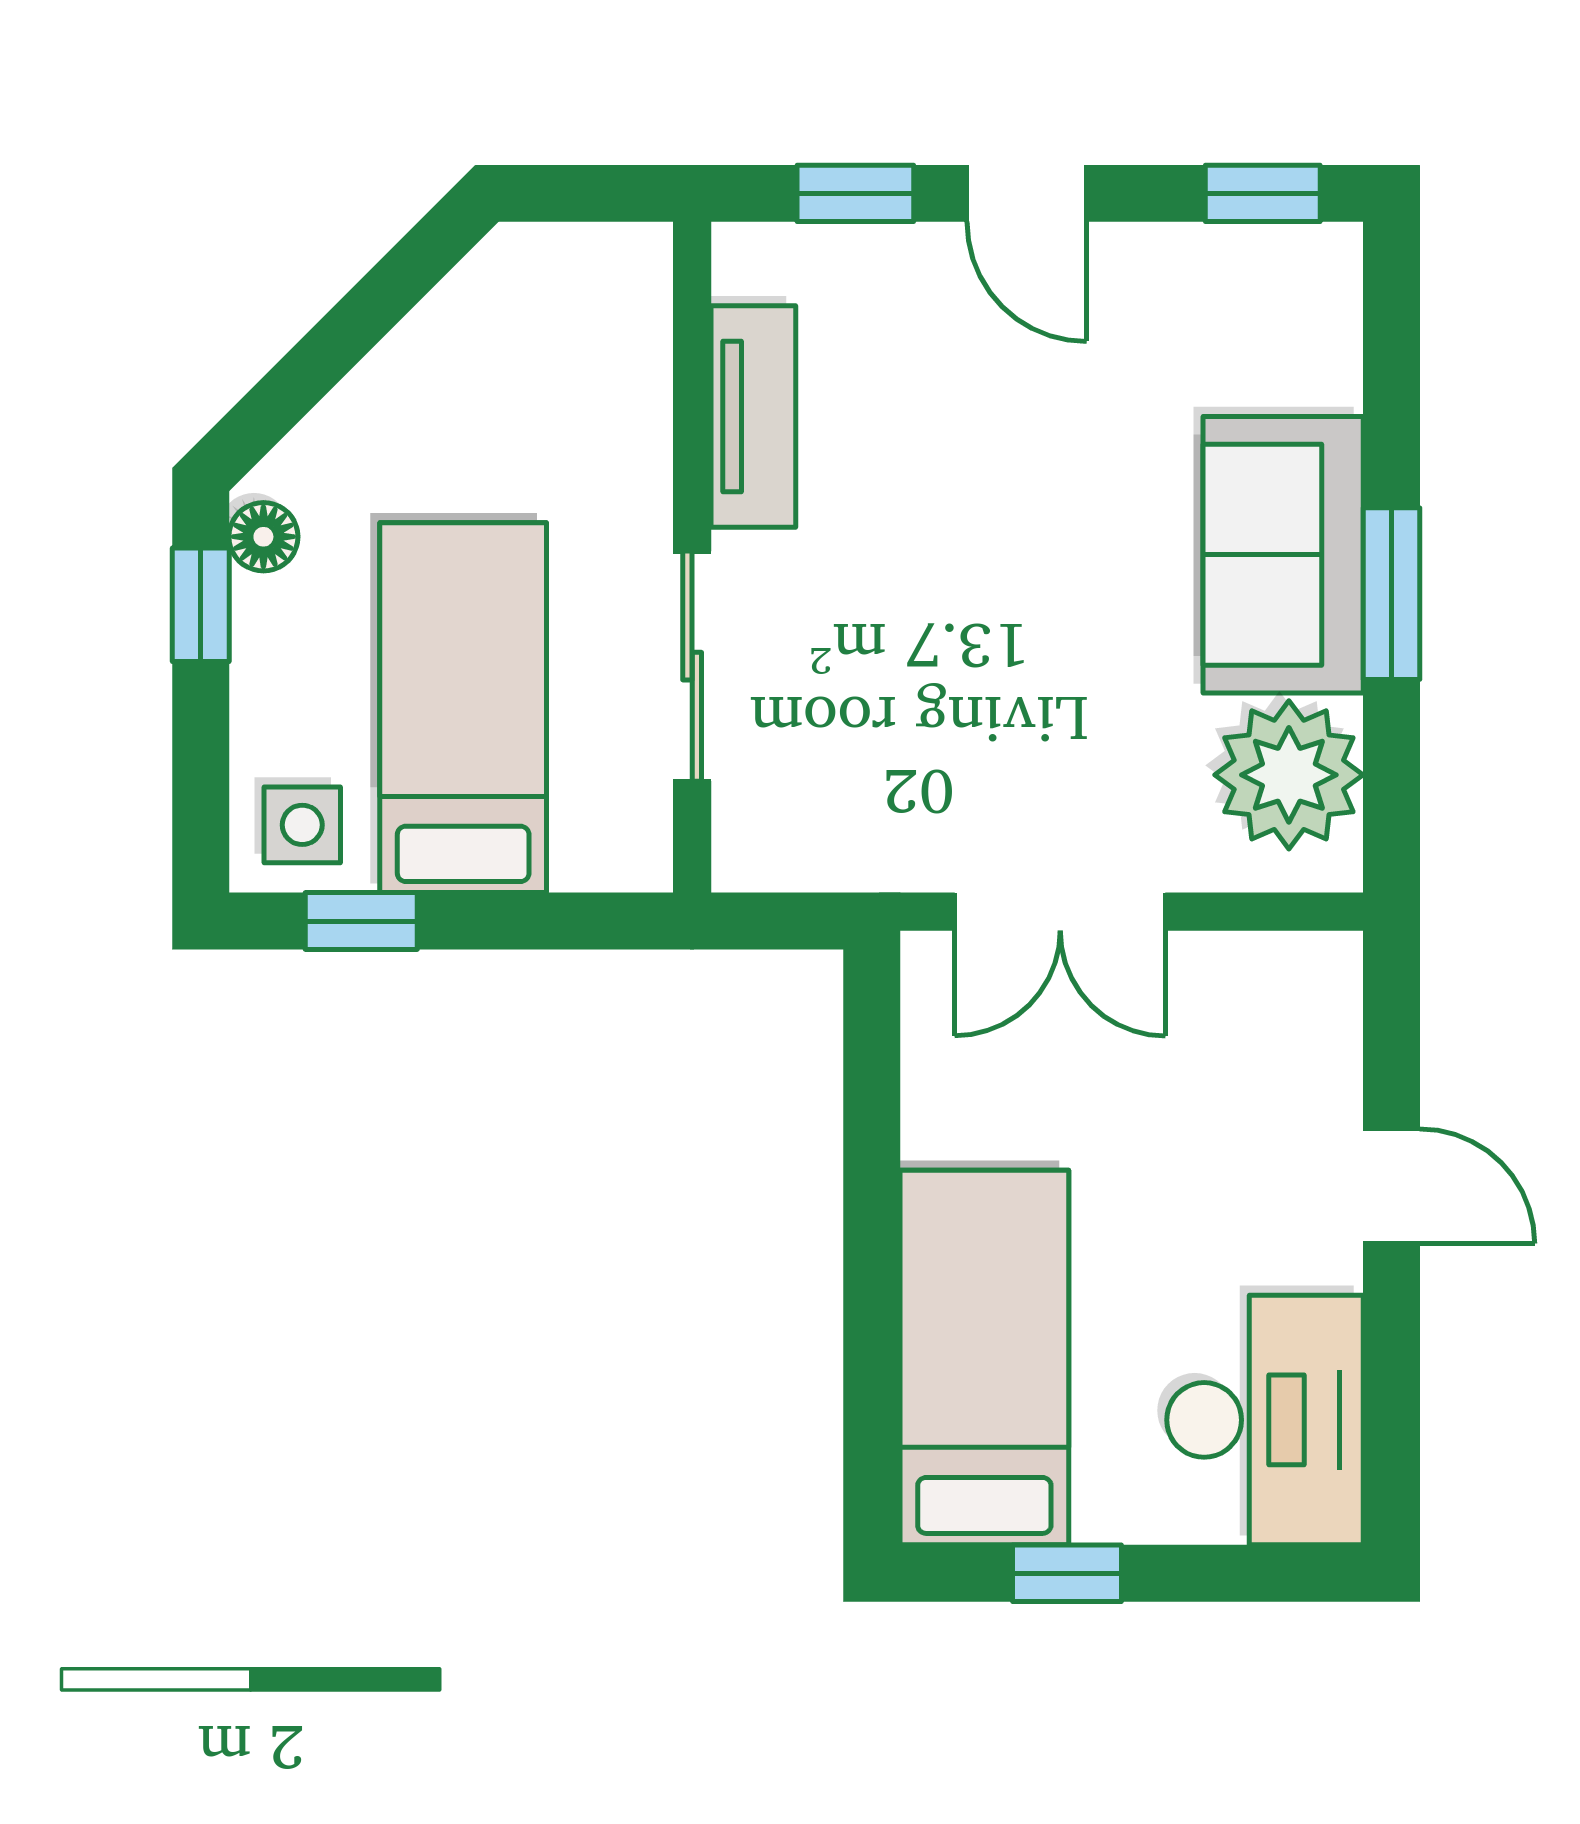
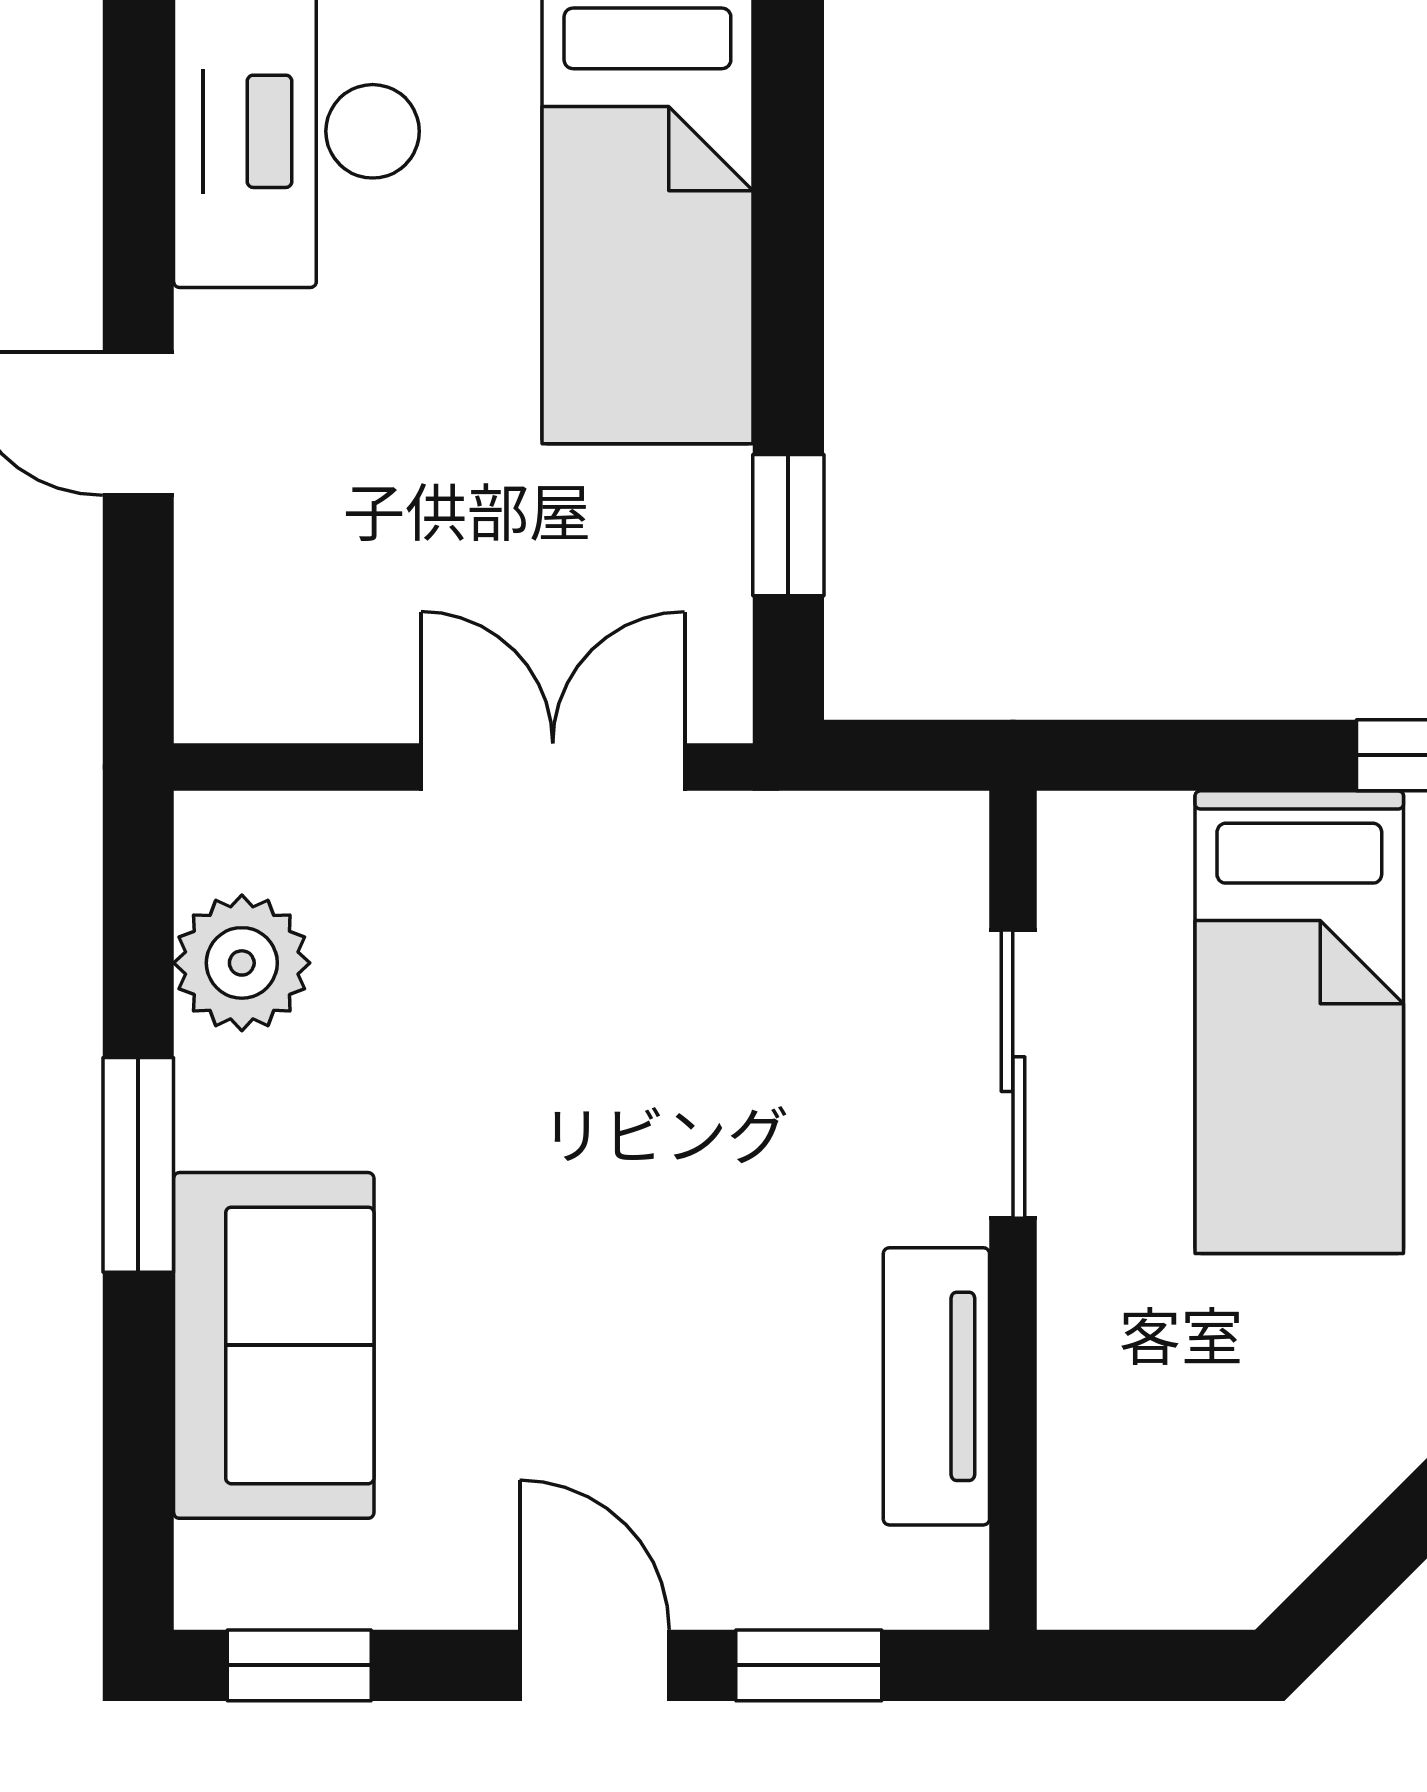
sofa: (1283, 555) -> (274, 1345), moved
plant: (1289, 775) -> (242, 963), width x0.73, depth x0.73
window: (872, 1105) -> (788, 525), added

